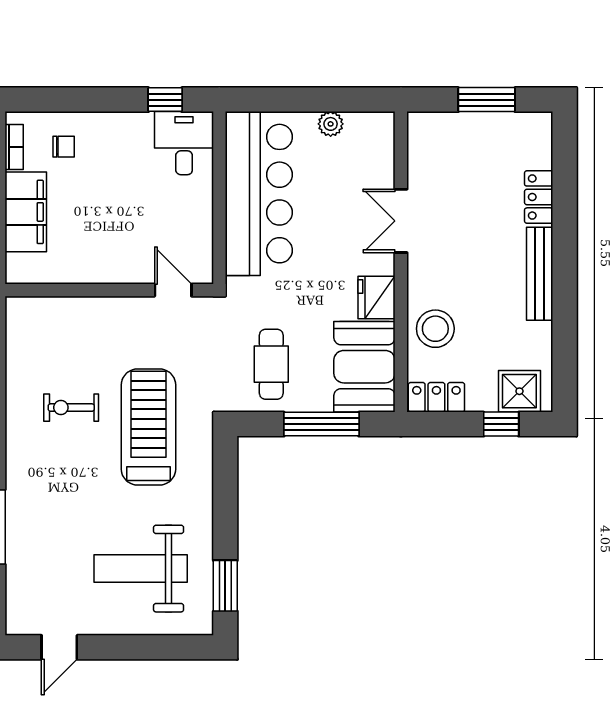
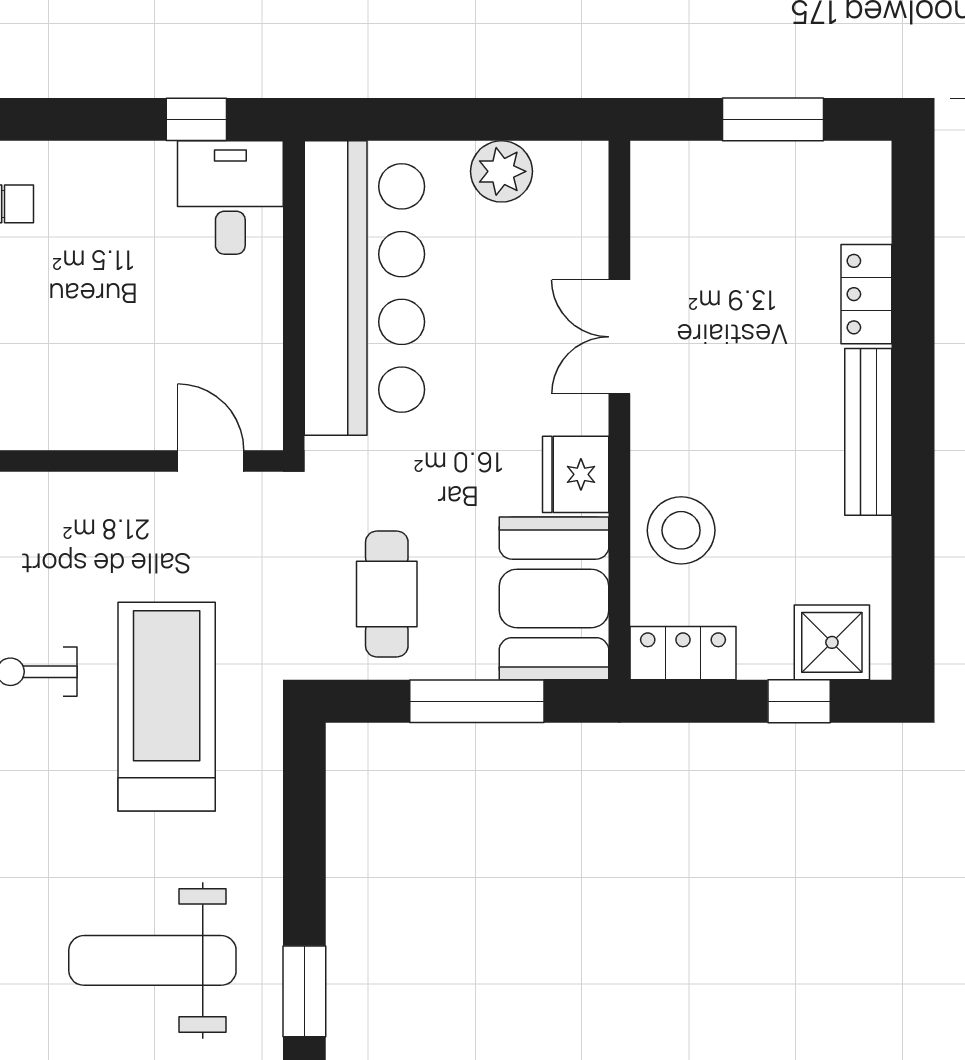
plant: (331, 124) -> (501, 171), width x1.38, depth x1.38

